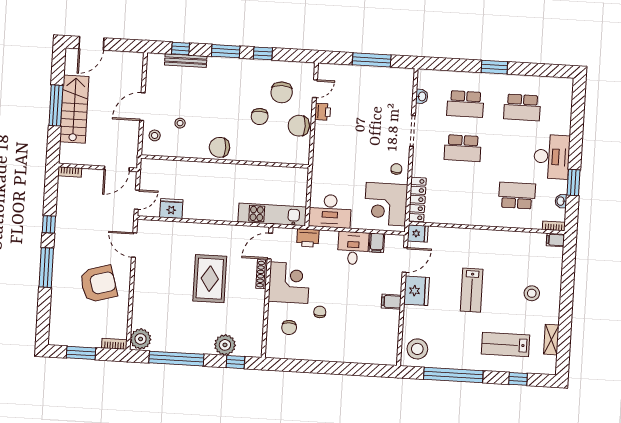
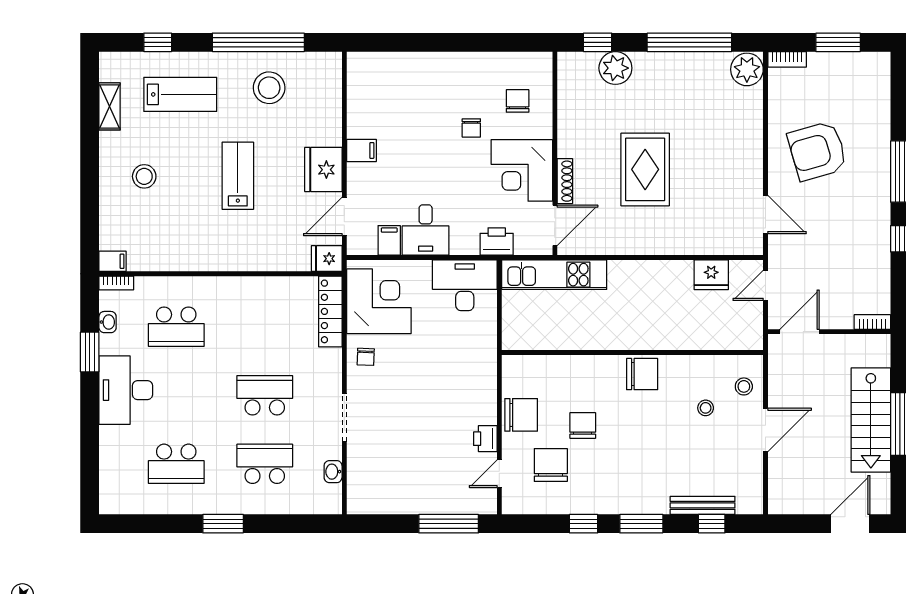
window: (372, 60) -> (449, 524), moved
school desk: (522, 107) -> (176, 464), turned 180
stool: (417, 349) -> (269, 88), moved

